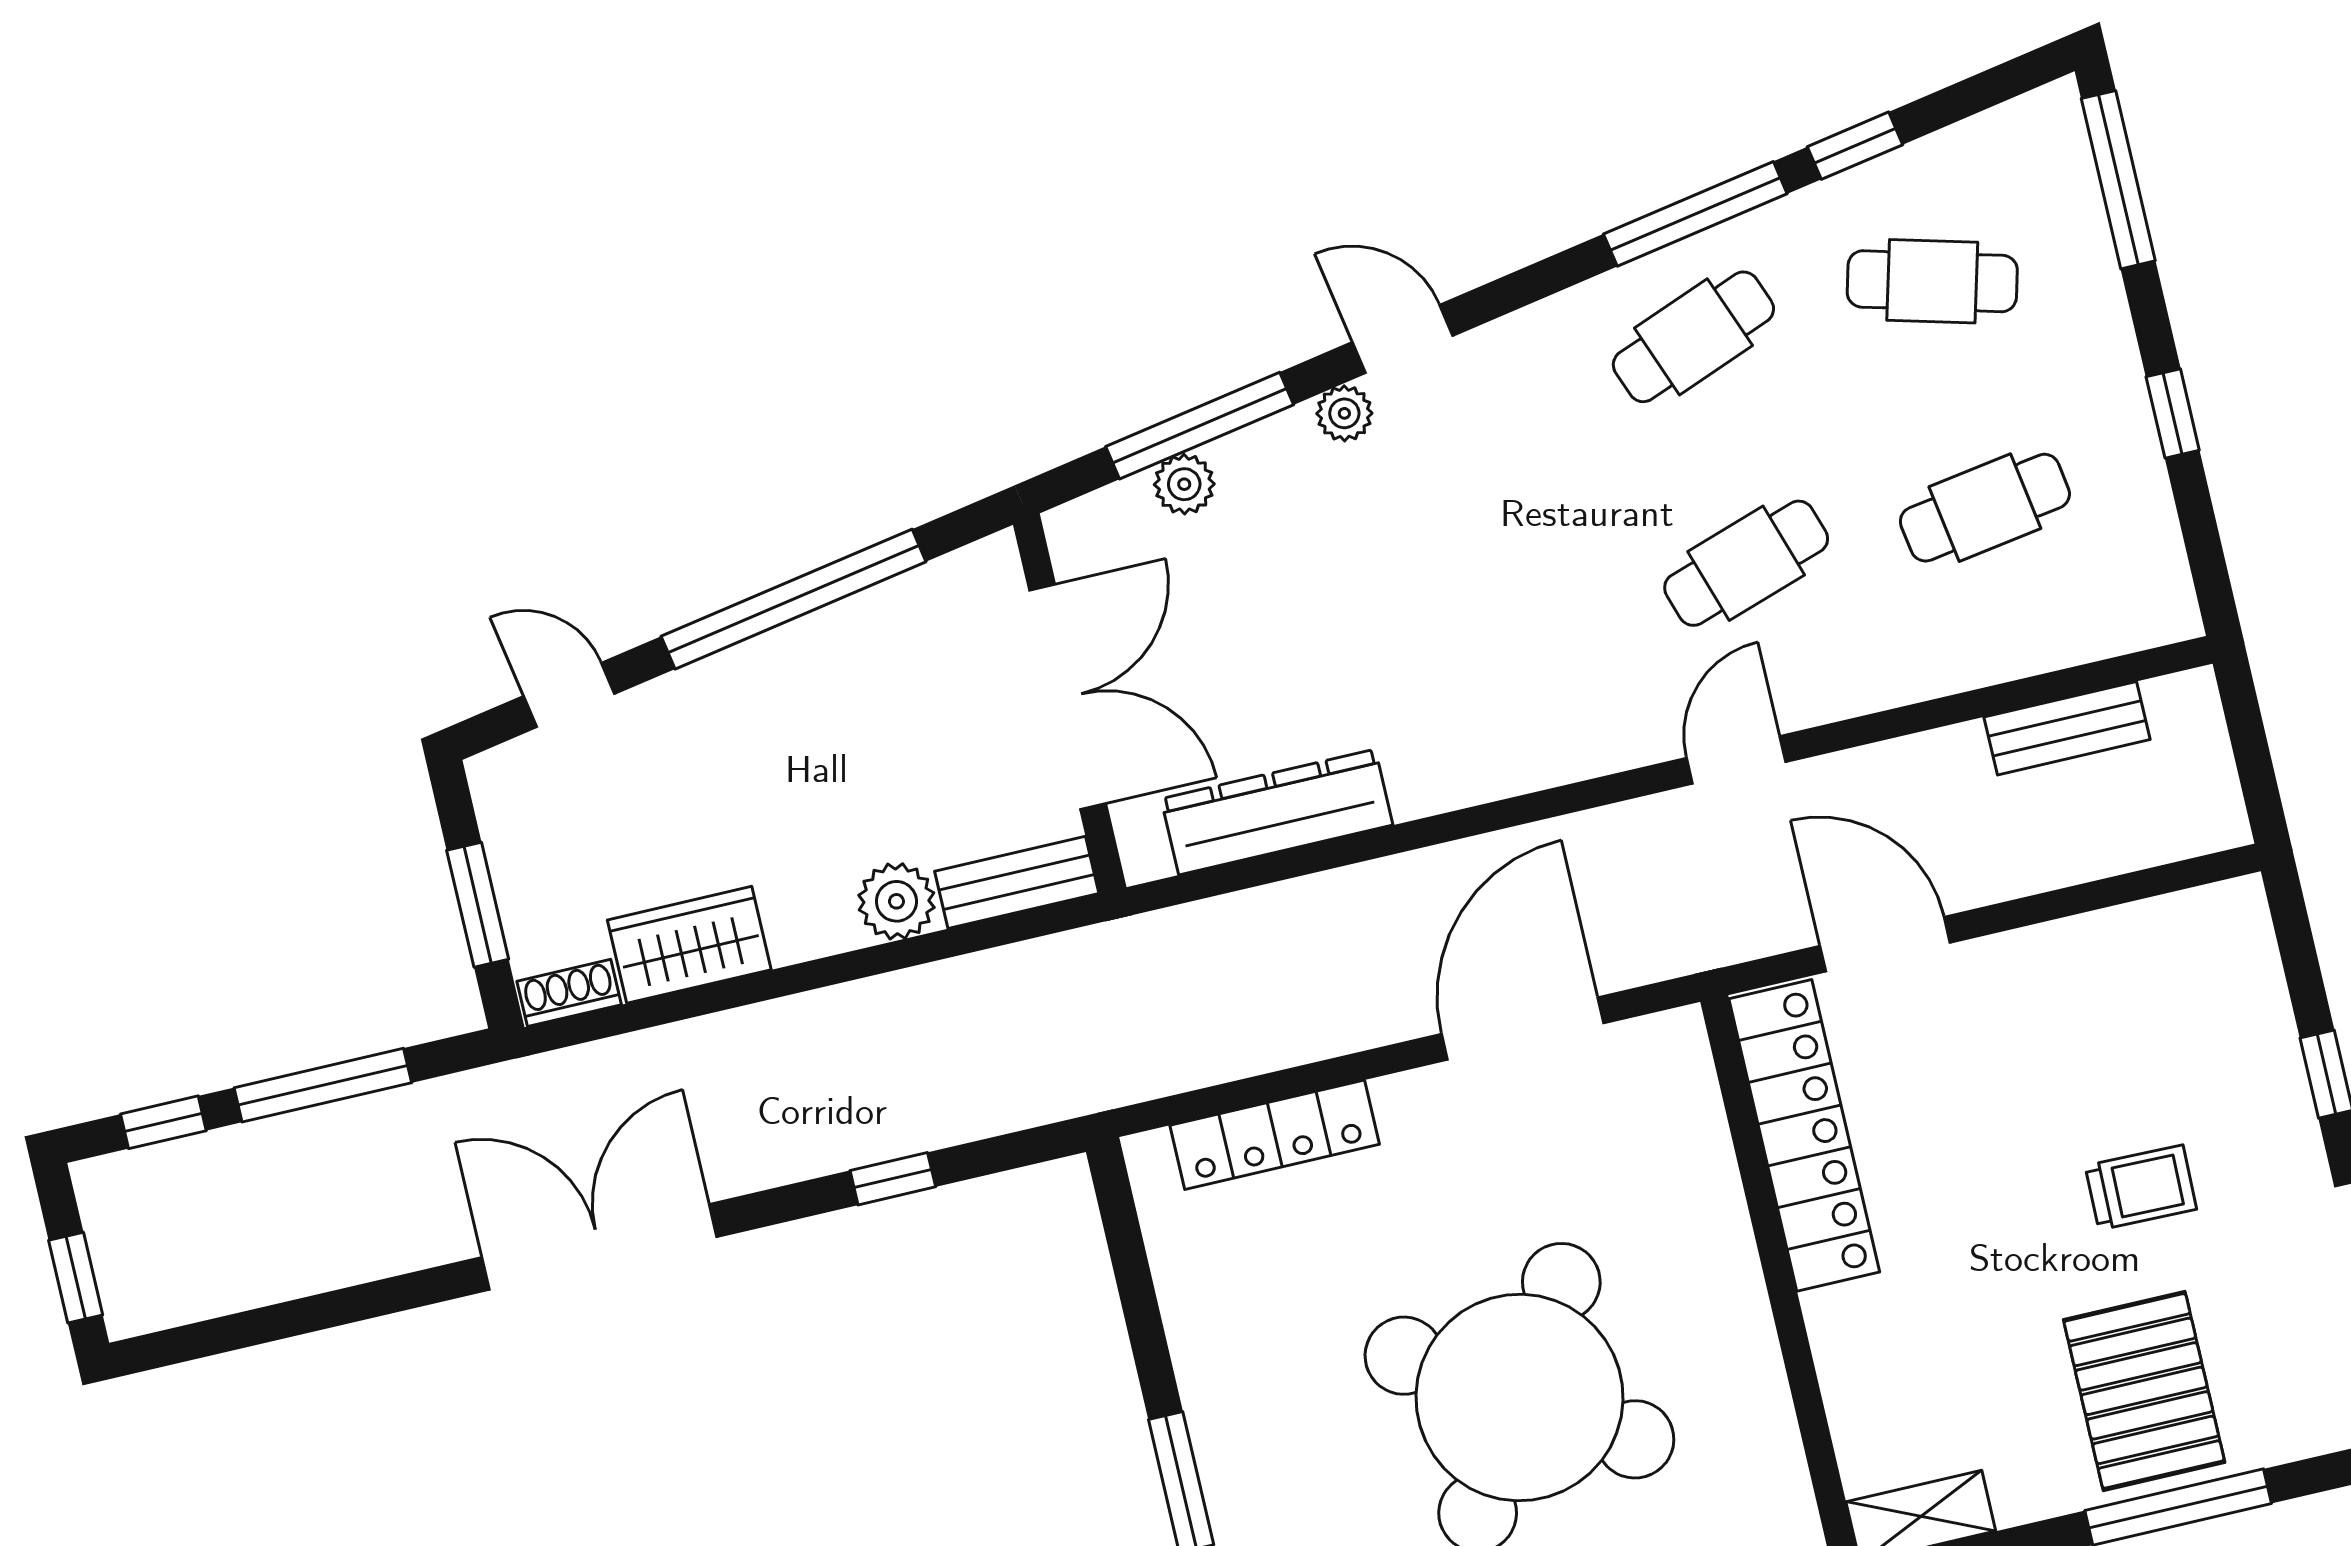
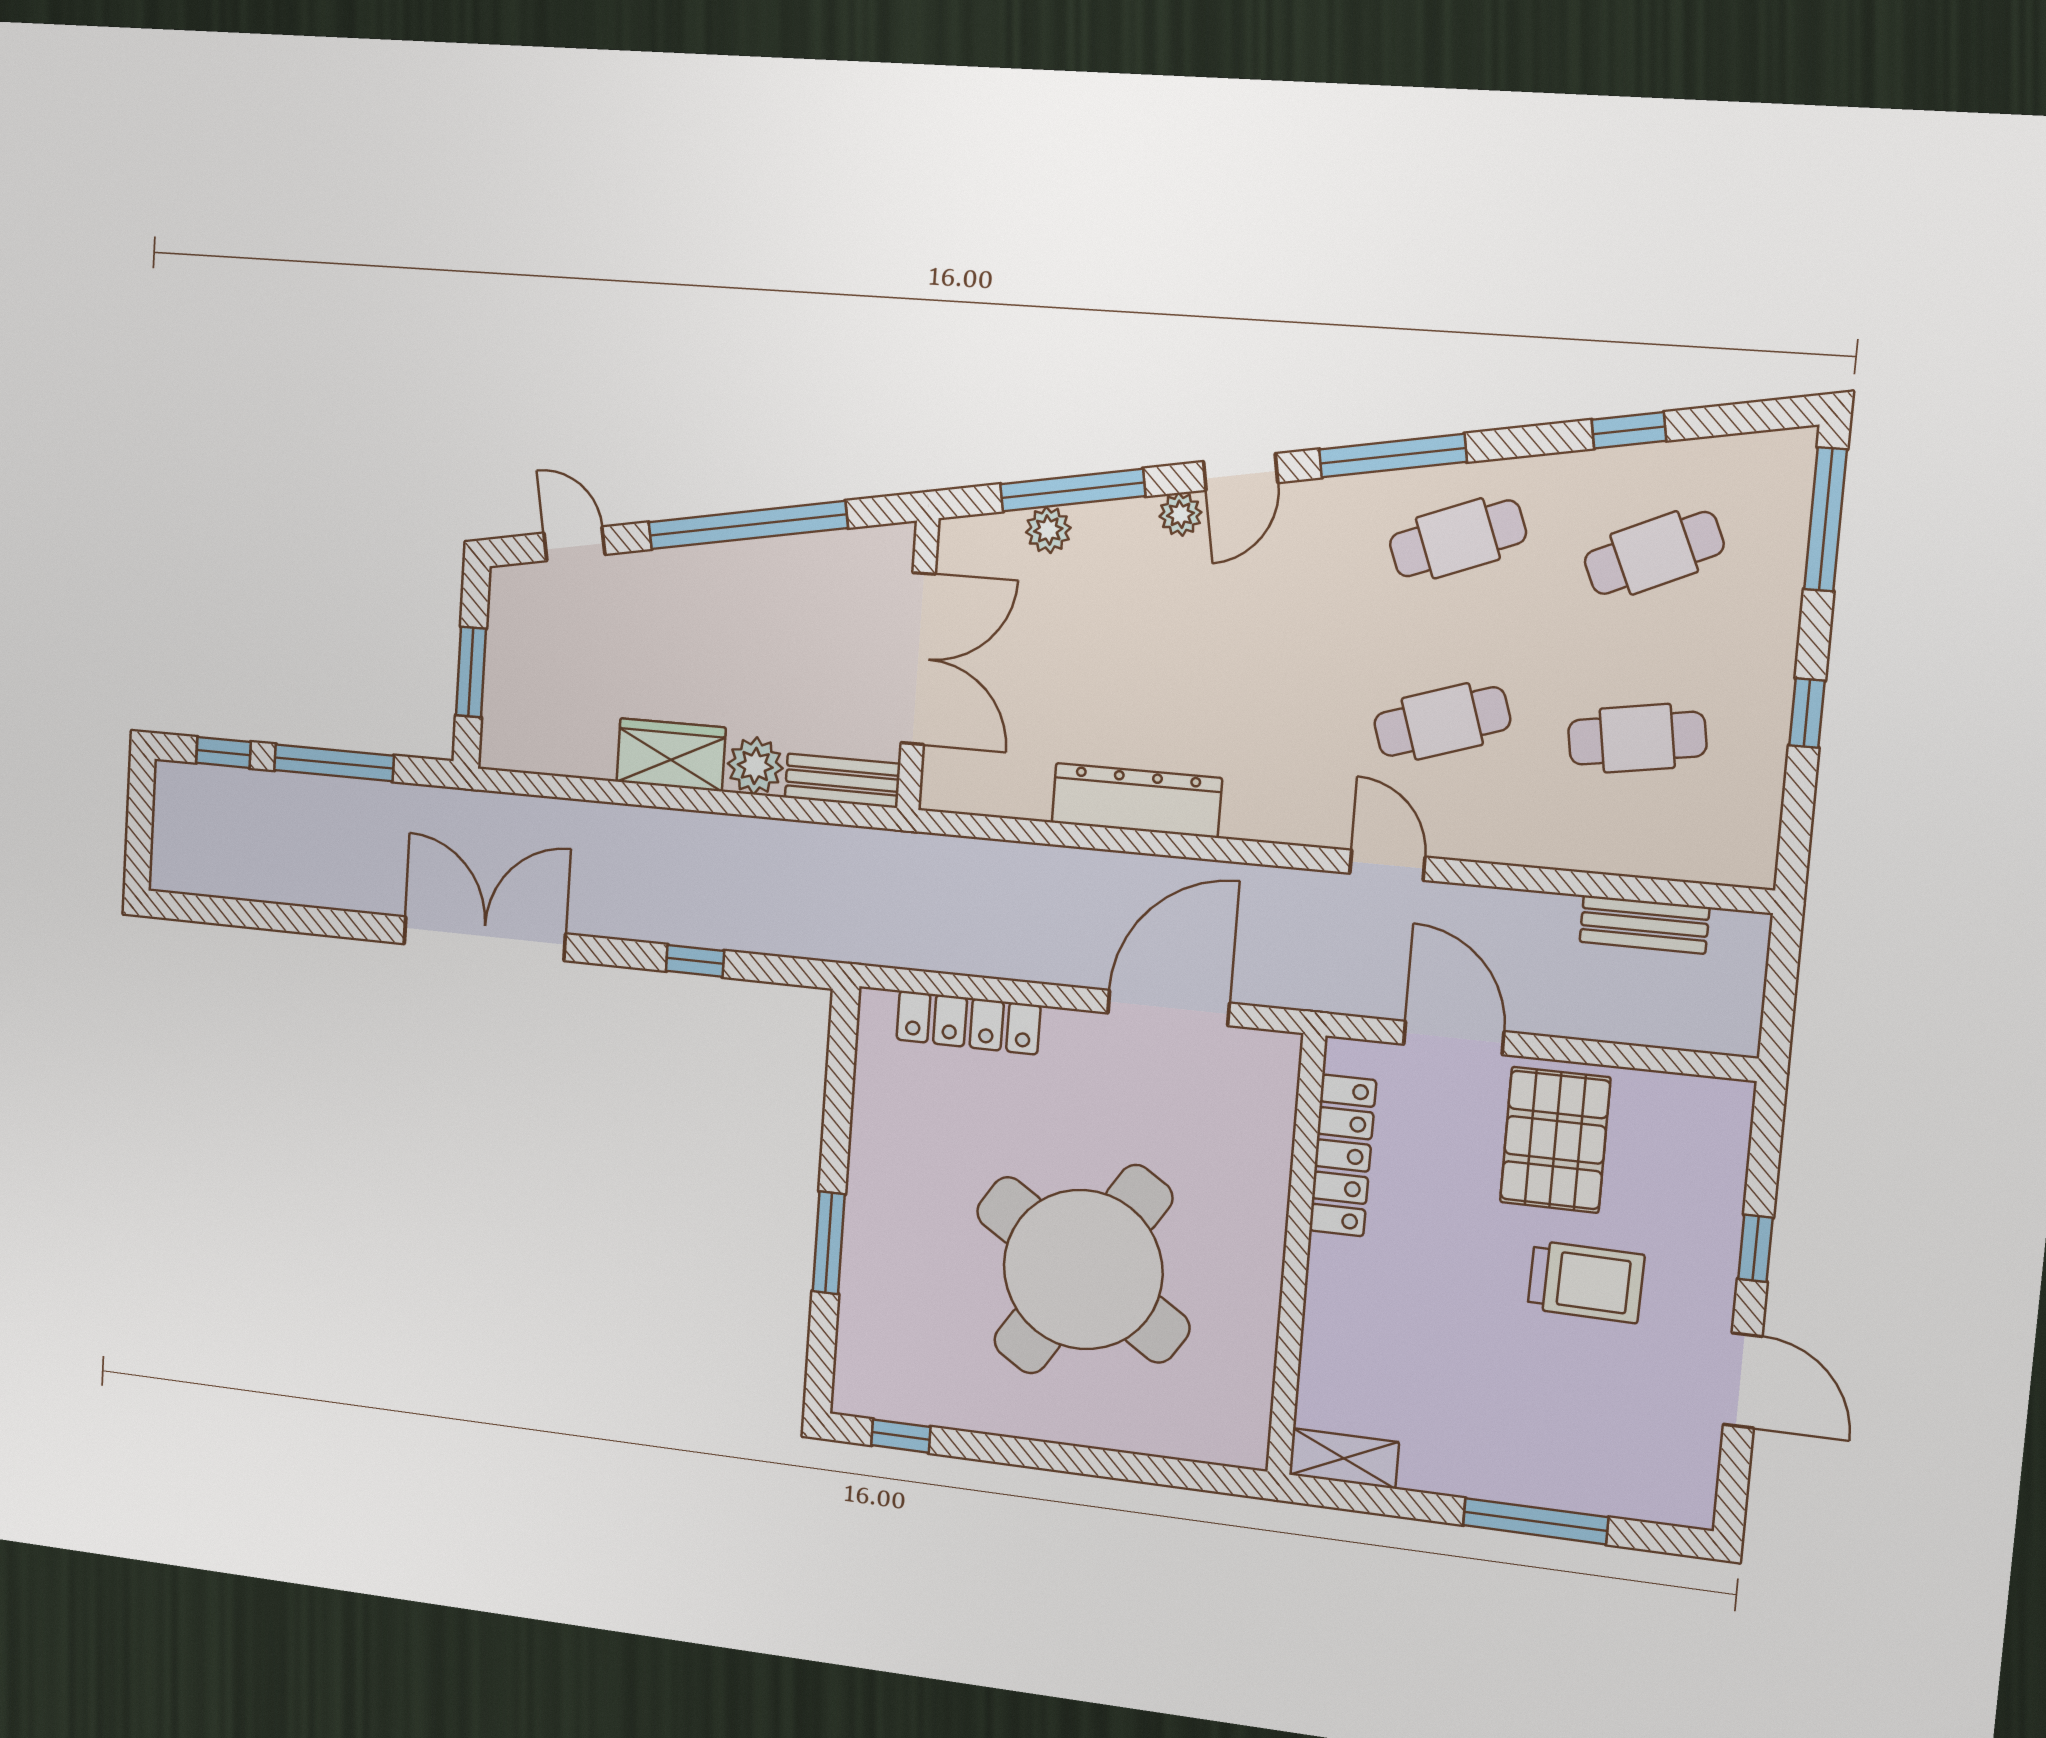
window: (1695, 214) -> (1393, 456), moved
cafe table: (1932, 281) -> (1654, 553), turned -39
door: (1403, 339) -> (1241, 472), swing flipped
door: (1736, 760) -> (1387, 865), hinge flipped
dresser: (1277, 812) -> (1137, 800), moved
wardrobe: (689, 945) -> (671, 755), moved
shoe rack: (569, 993) -> (515, 755), removed
locker: (1804, 1135) -> (1343, 1155), width x0.71, depth x0.83
trolley: (2141, 1188) -> (1586, 1282), width x1.36, depth x1.39
window: (76, 1278) -> (139, 839), removed
pallet: (2144, 1391) -> (1555, 1140), moved

